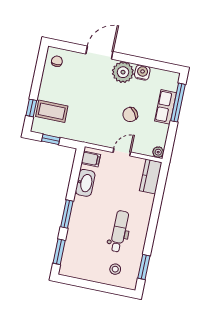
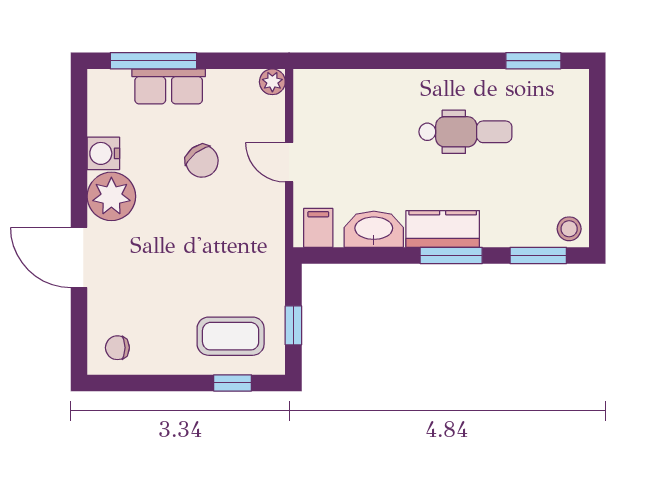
coffee table: (52, 111) -> (231, 336), turned 90
kitchen counter: (151, 177) -> (443, 229), moved, turned 180
dental chair: (119, 231) -> (465, 132), turned 180
stool: (115, 269) -> (569, 229), moved

